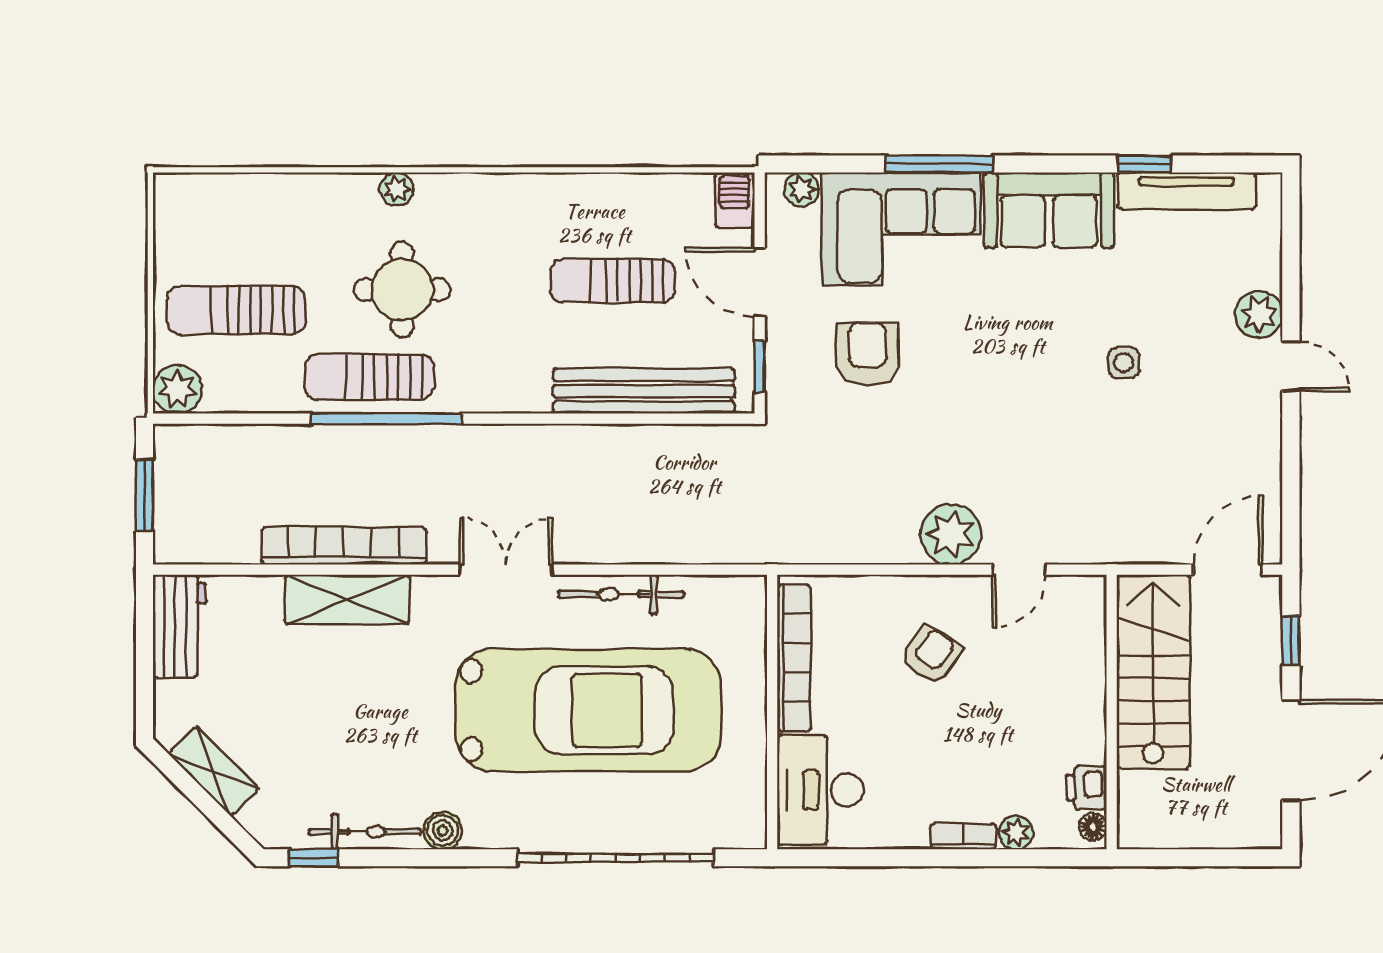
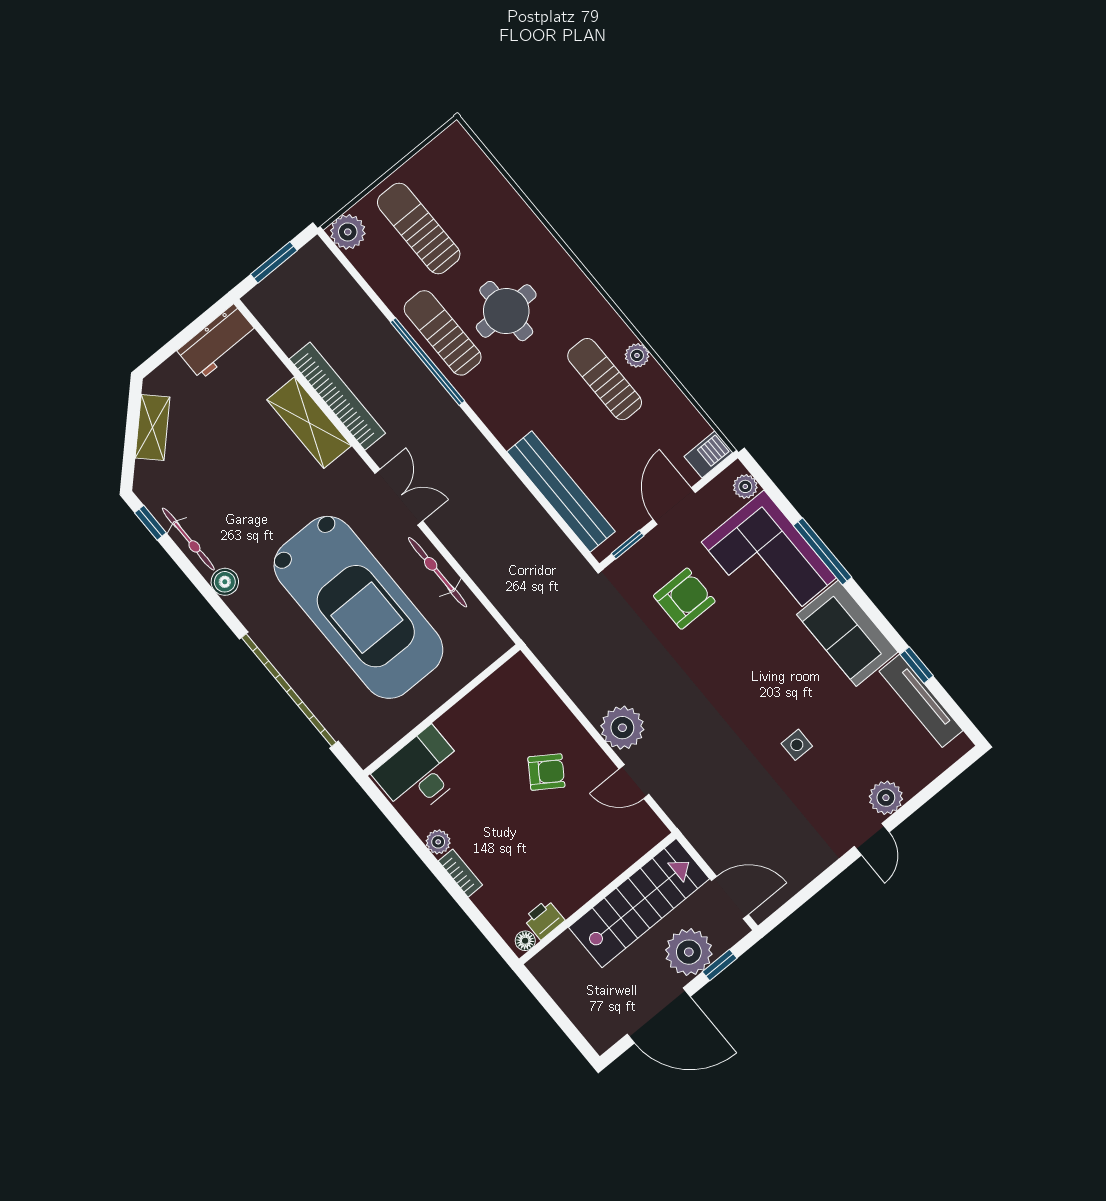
plant: (397, 189) -> (637, 355), moved
sun lounger: (613, 281) -> (605, 379), moved
bookcase: (794, 658) -> (482, 697), removed
plant: (1250, 662) -> (689, 952), added
plant: (1016, 832) -> (438, 842), moved

